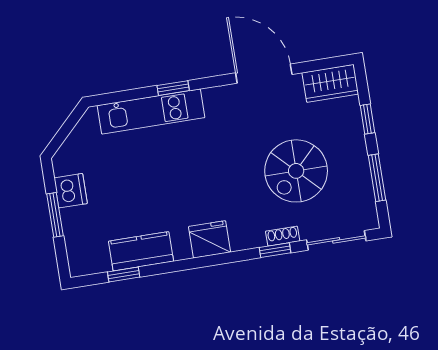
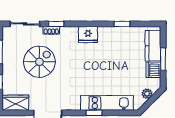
plant: (75, 142) -> (147, 94), added
kitchen counter: (141, 251) -> (153, 46), moved, turned 90
window: (124, 274) -> (122, 24), moved

